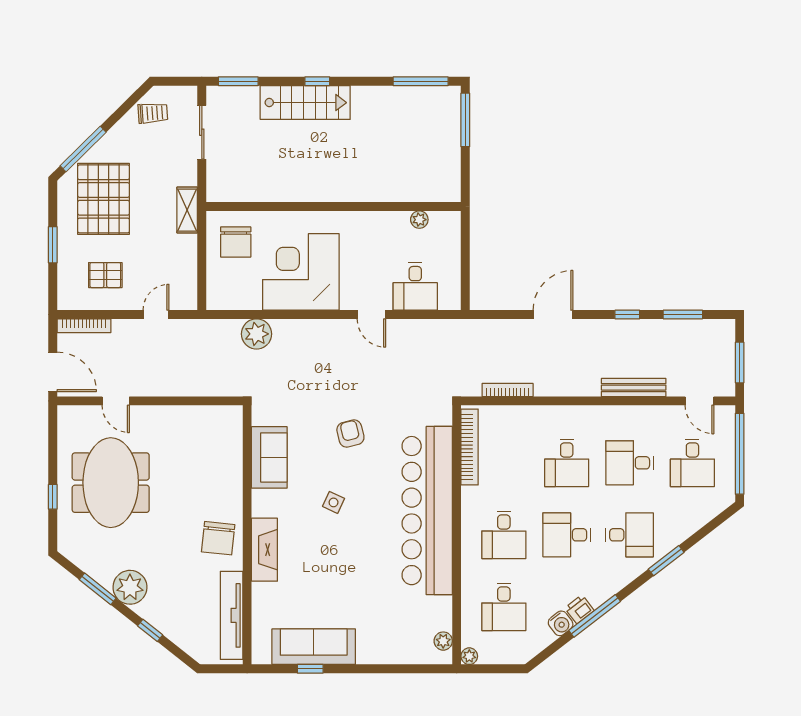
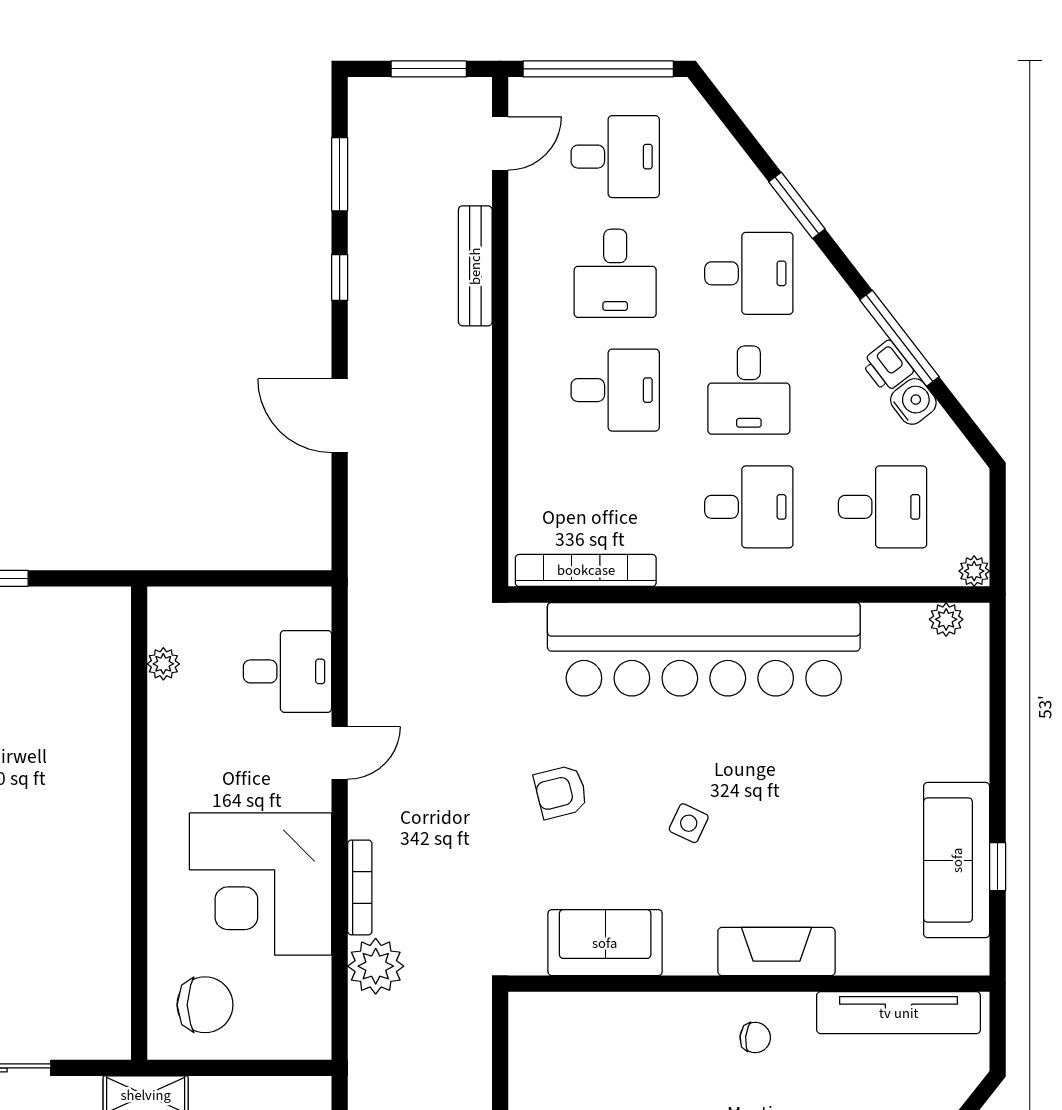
bookcase: (508, 390) -> (360, 887), moved, turned 180
desk: (630, 535) -> (749, 273), turned 90
chair: (218, 538) -> (755, 1038), width x0.54, depth x0.54

